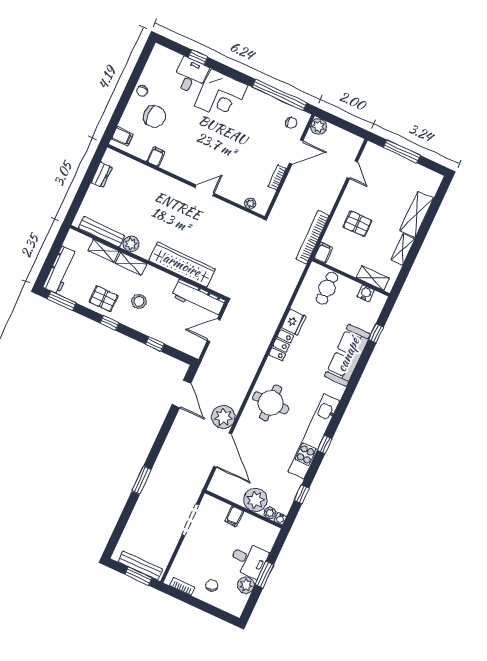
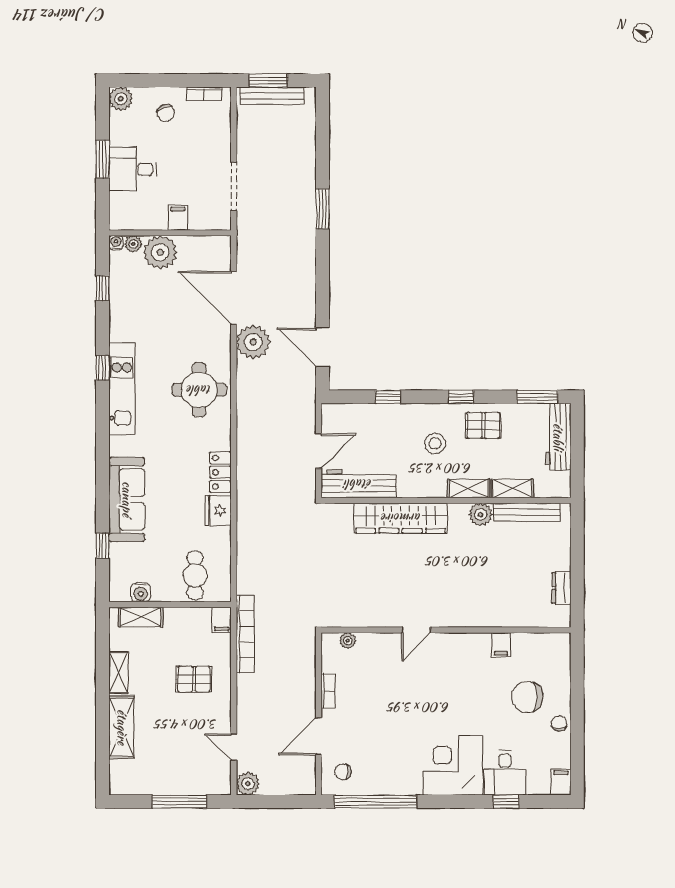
plant: (319, 127) -> (248, 784), moved
filing cabinet: (122, 136) -> (561, 782), moved, turned 90
kitchen unit: (314, 436) -> (122, 389), width x0.73
plant: (246, 585) -> (121, 99), moved

